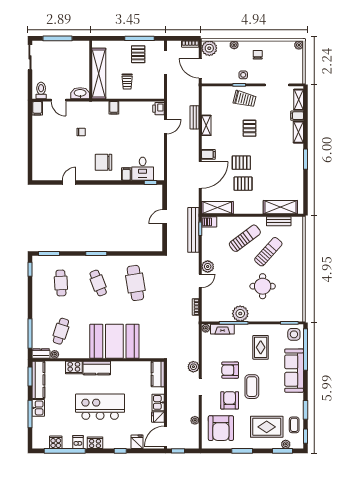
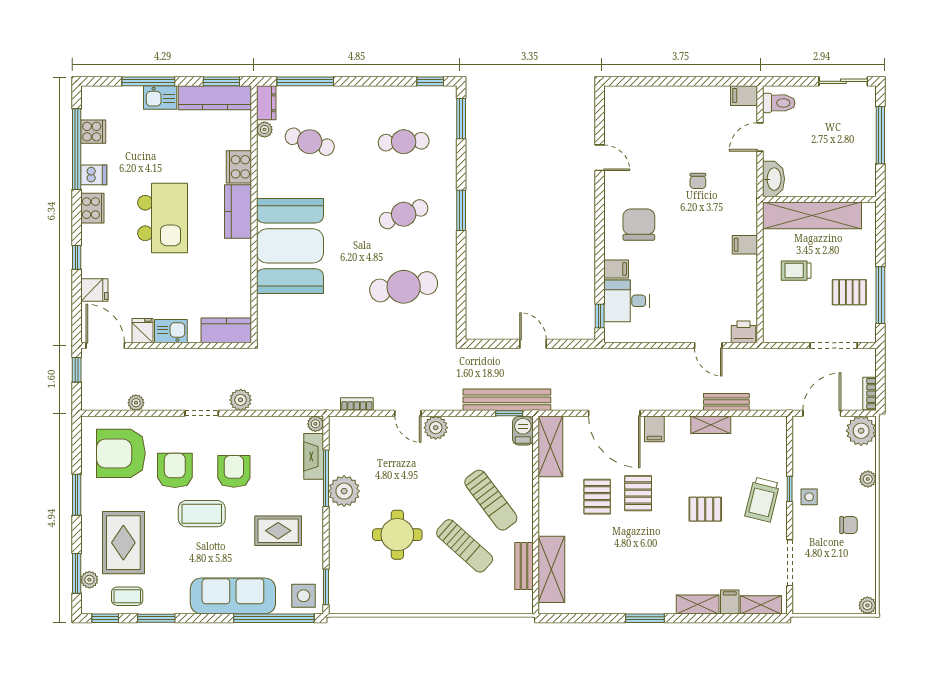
armchair: (230, 400) -> (175, 470), turned -90
kitchen island: (100, 407) -> (163, 218), width x0.73

